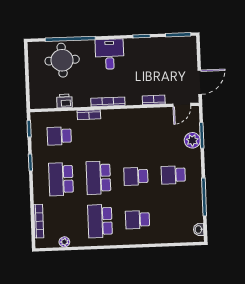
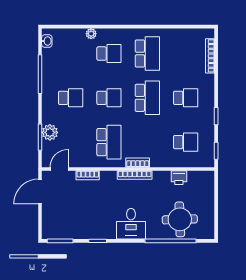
bookcase: (89, 115) -> (138, 163), moved
school desk: (134, 133) -> (109, 142), added
school desk: (61, 179) -> (186, 98), width x0.54
plant: (64, 242) -> (91, 34), moved

